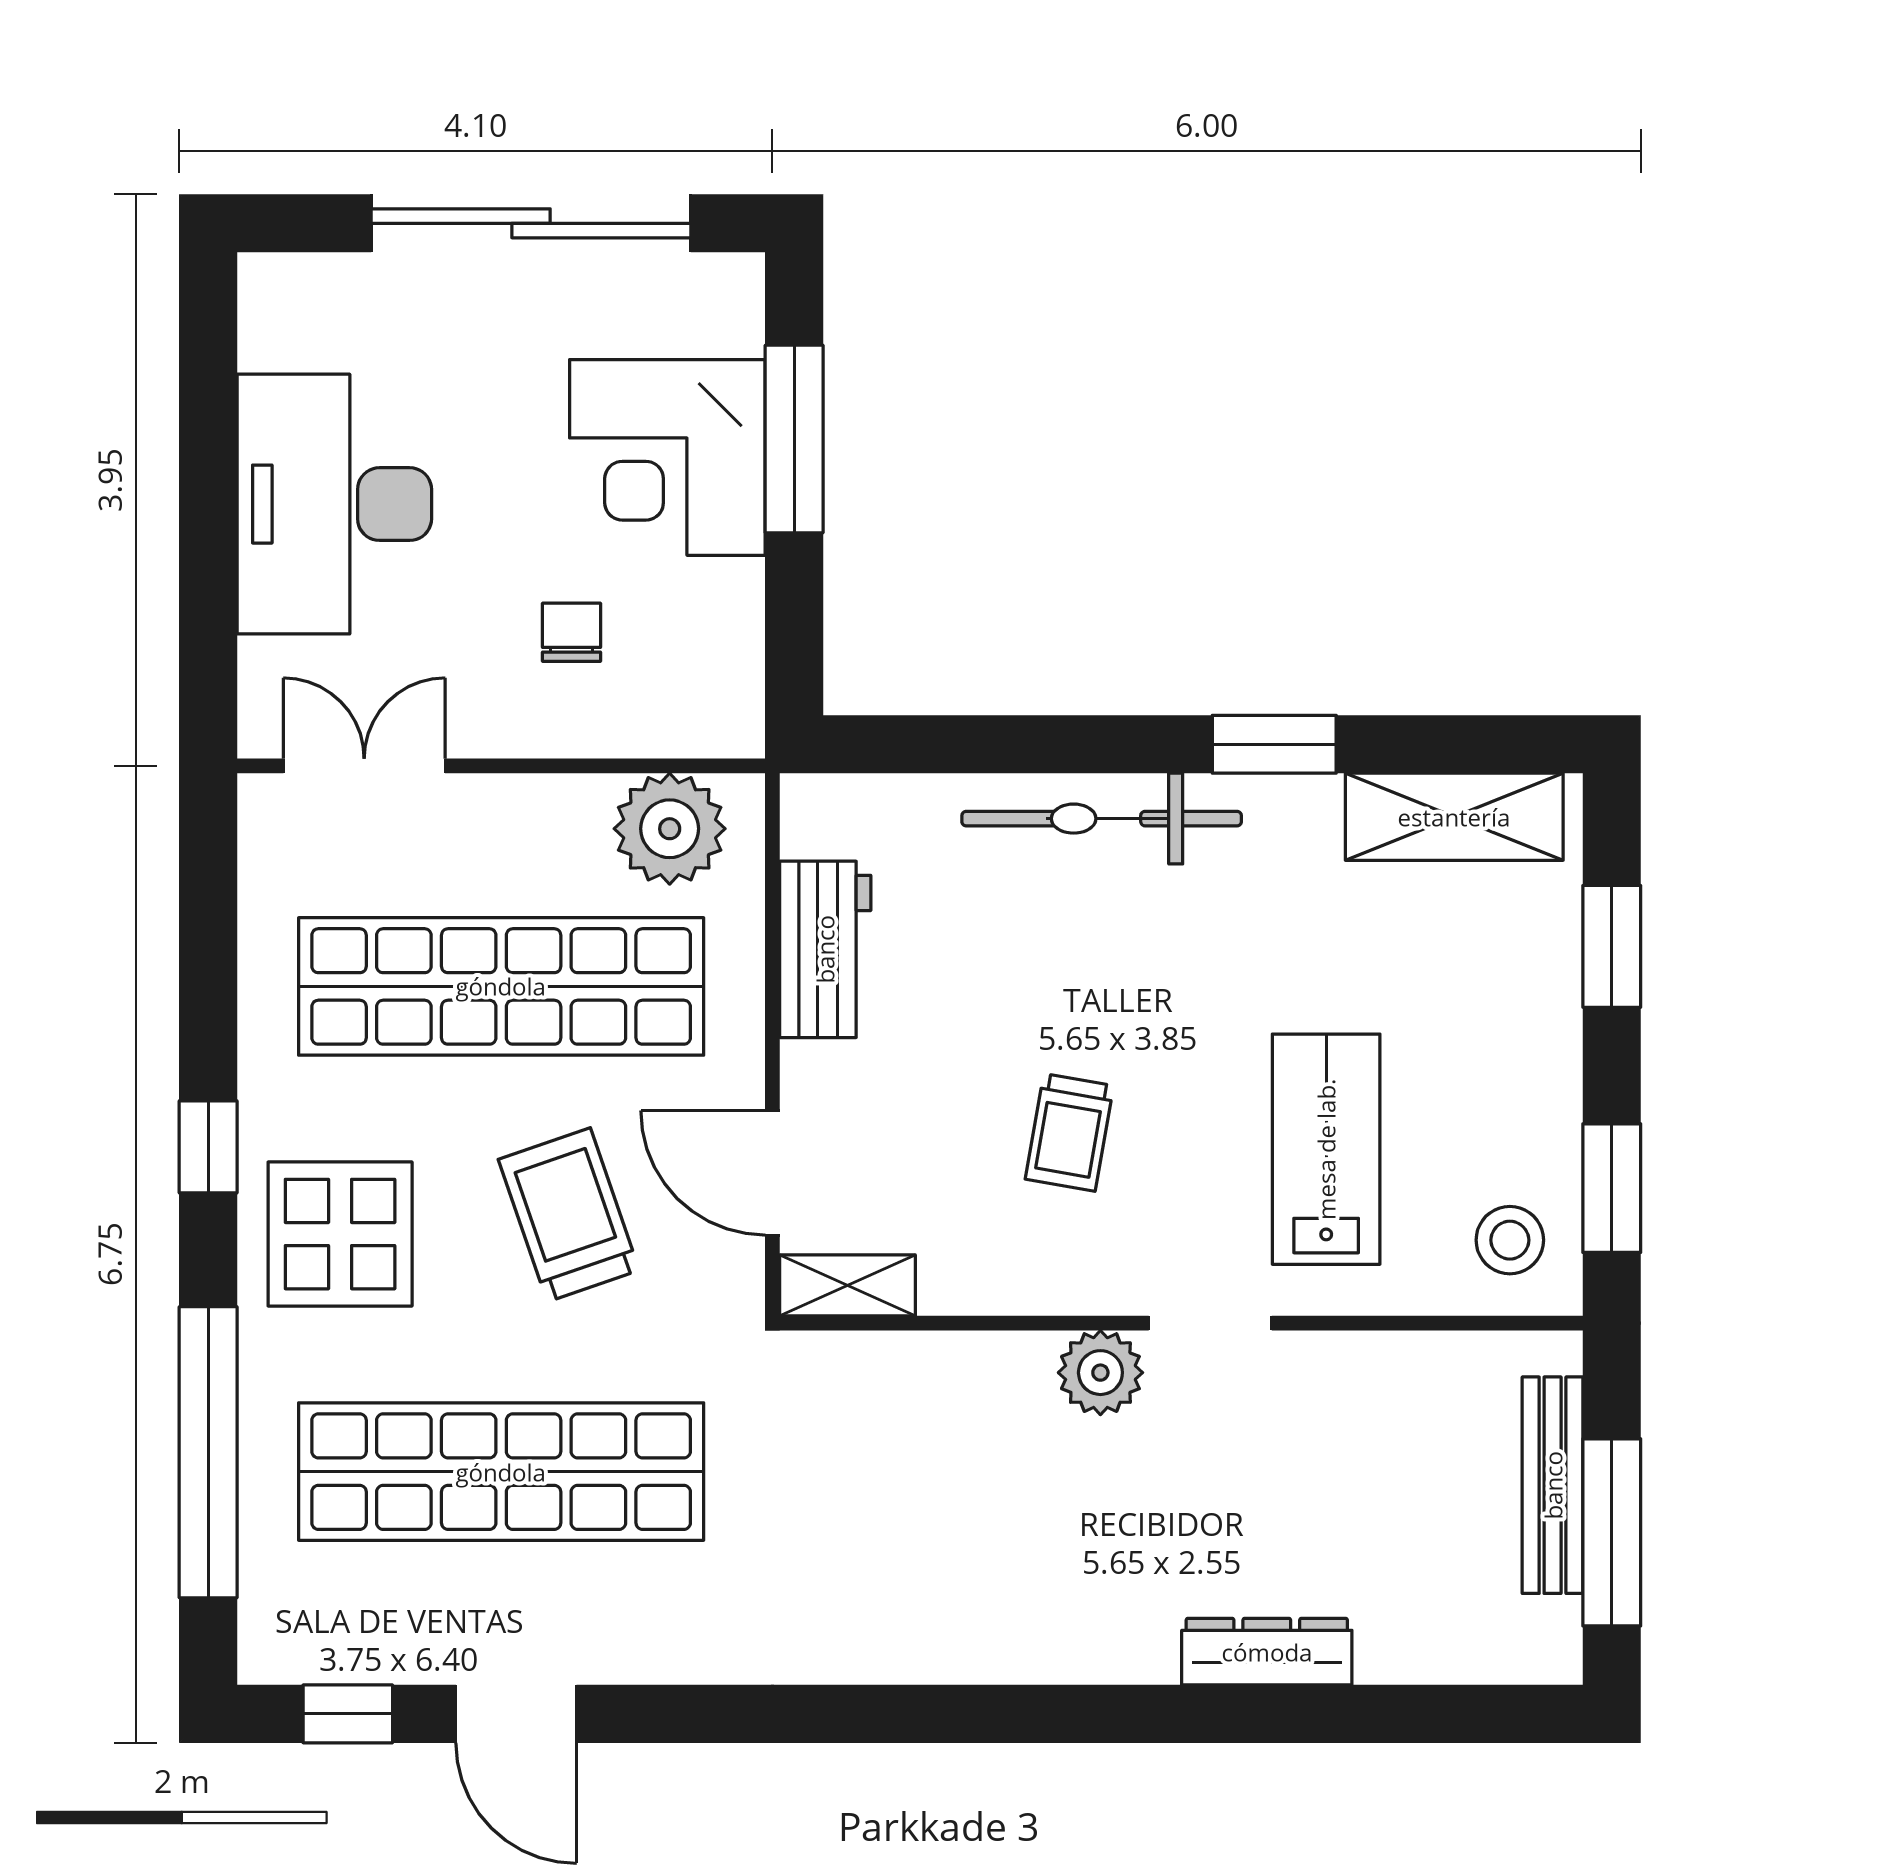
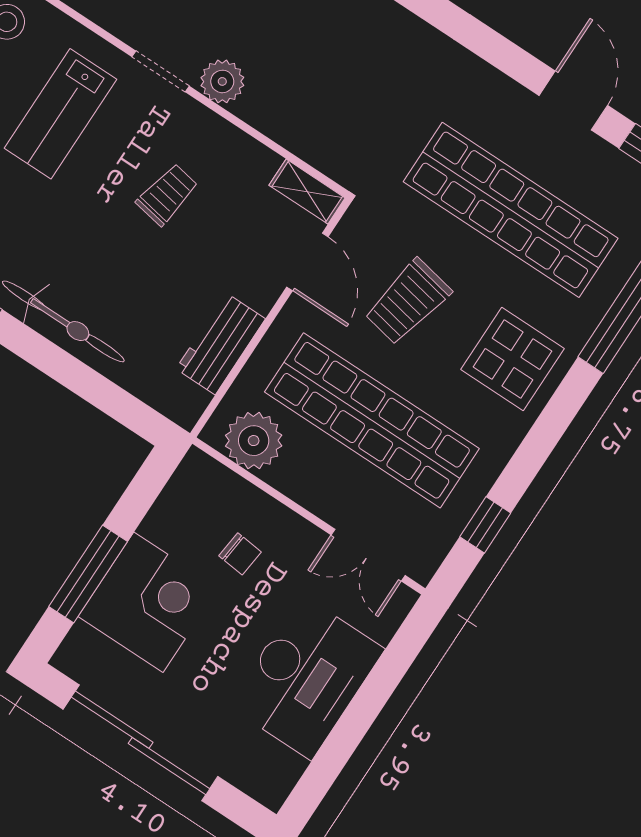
chair: (571, 632) -> (240, 554), turned -84
window: (208, 1147) -> (485, 525), moved
trolley: (569, 1215) -> (408, 302), turned 30

